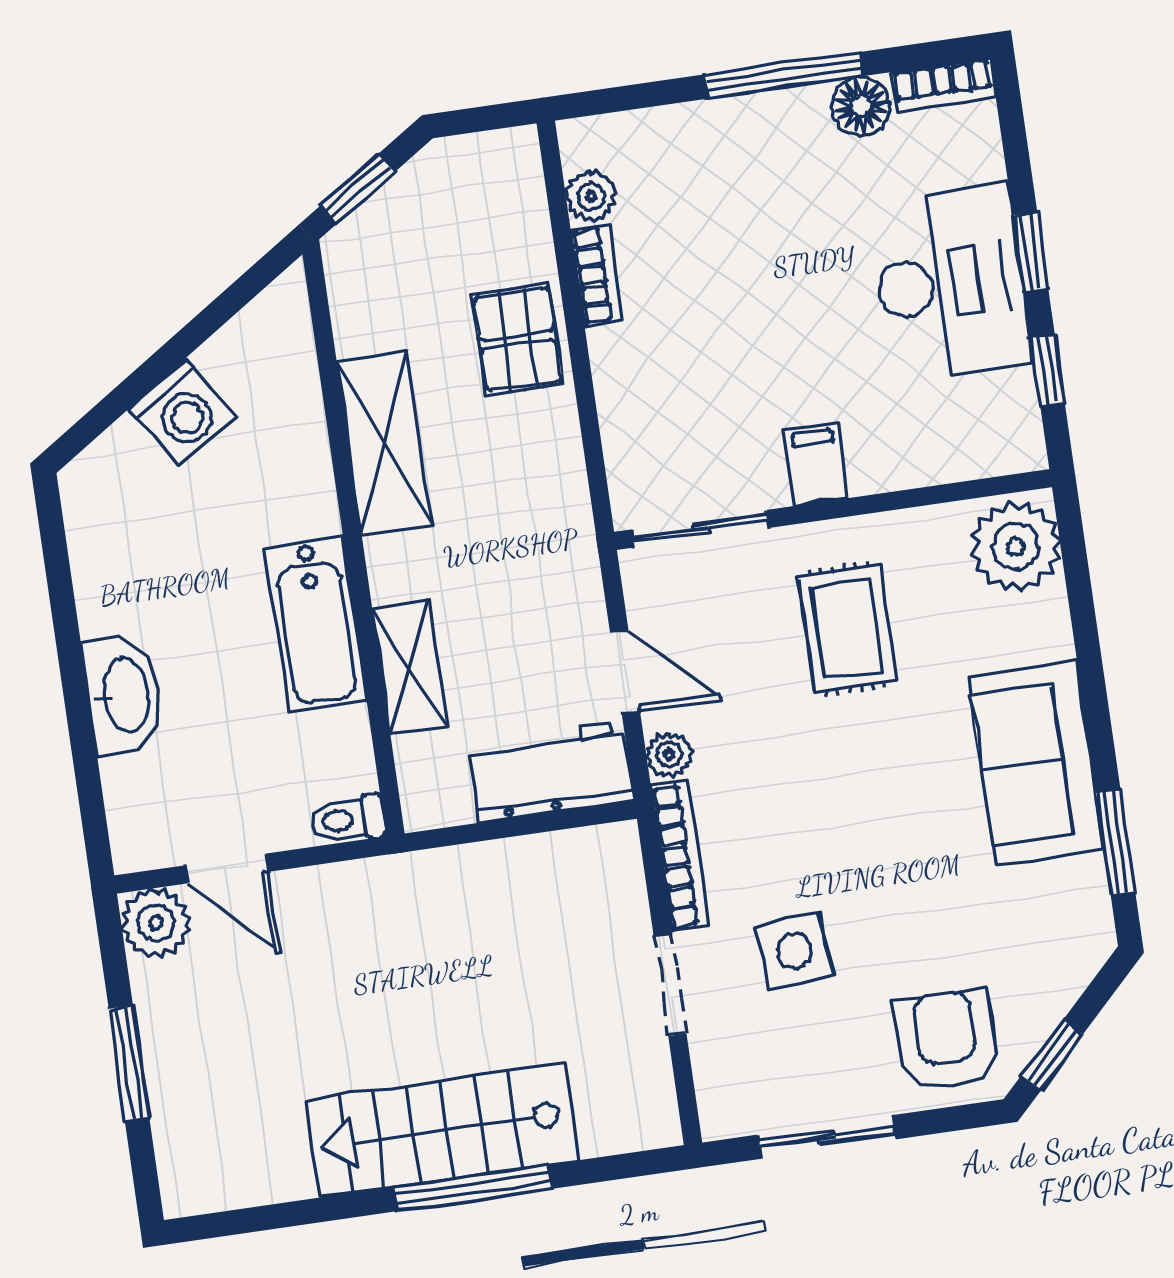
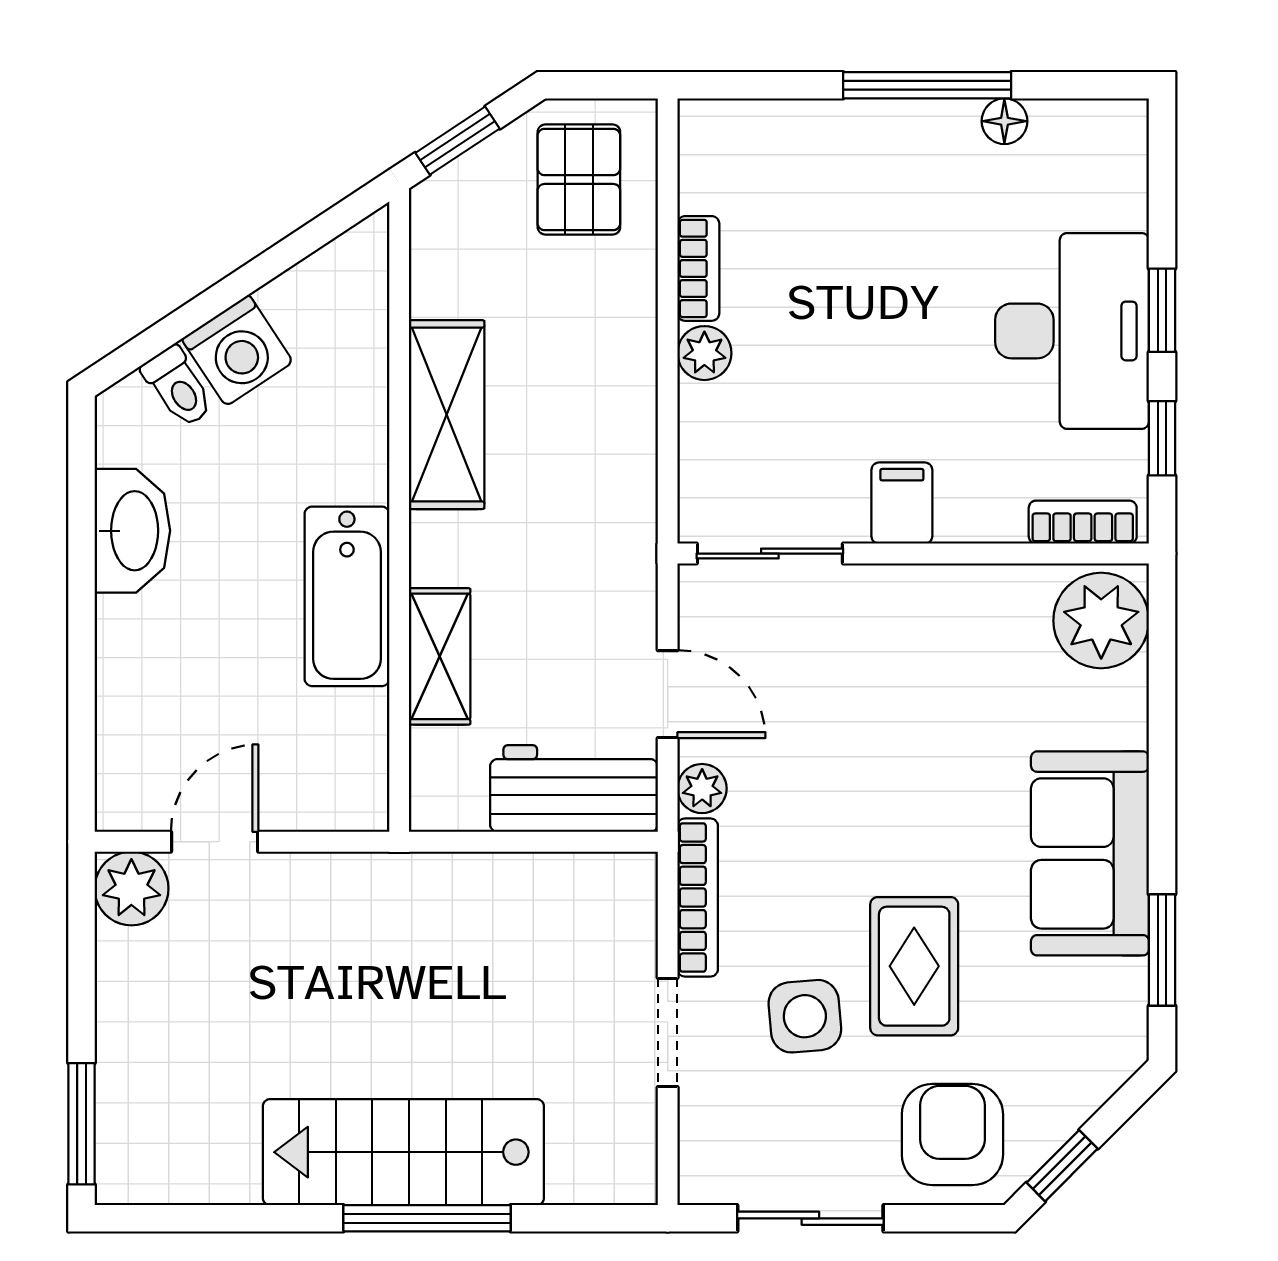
bookcase: (943, 85) -> (1083, 522), moved, turned 180
floor lamp: (861, 106) -> (1004, 121), width x0.73, depth x0.73
plant: (591, 196) -> (704, 353), moved
pallet: (517, 340) -> (579, 180), moved
rug: (847, 629) -> (914, 966), moved
washbasin: (124, 695) -> (132, 531), moved
toilet: (348, 820) -> (178, 387), moved, turned -123
door: (226, 869) -> (215, 842), swing flipped
window: (129, 1063) -> (81, 1124), moved

